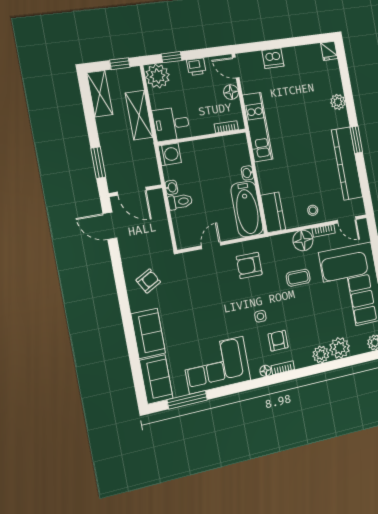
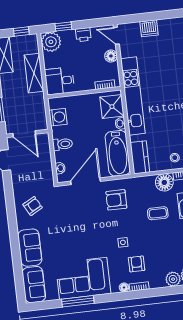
kitchen unit: (258, 127) -> (133, 96), width x1.36
shower: (236, 153) -> (112, 107), added
washing machine: (170, 154) -> (58, 117), moved
washbasin: (171, 187) -> (60, 168), moved
door: (211, 245) -> (86, 181), width x1.88
window: (187, 400) -> (78, 301), moved

